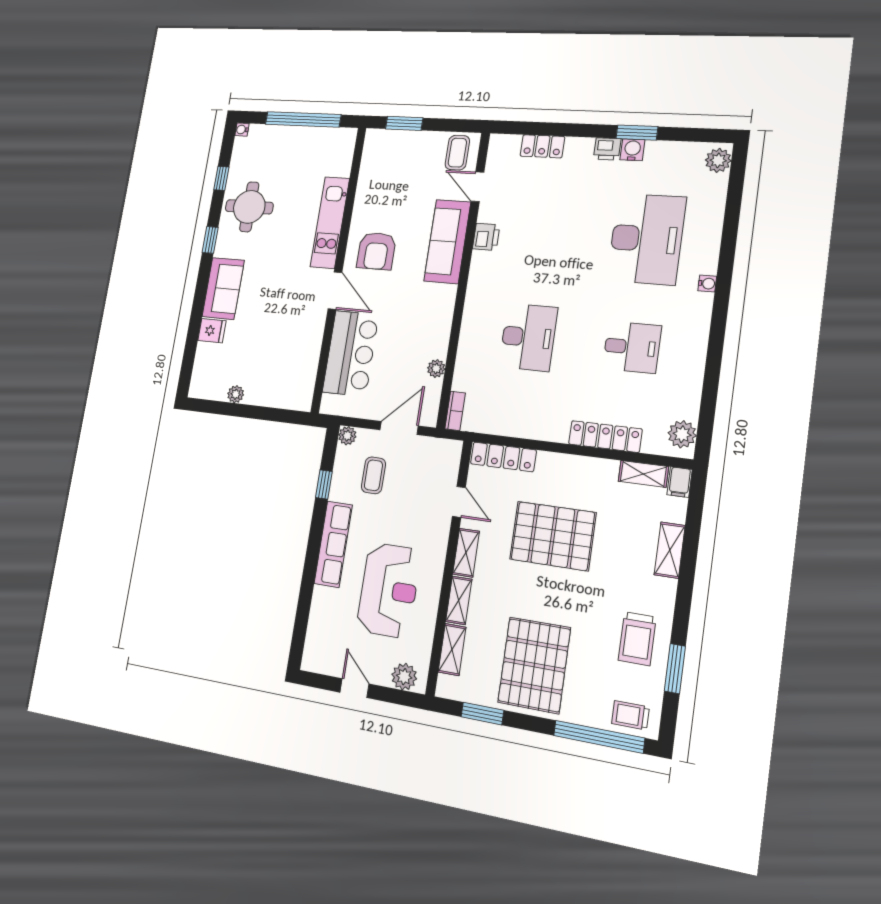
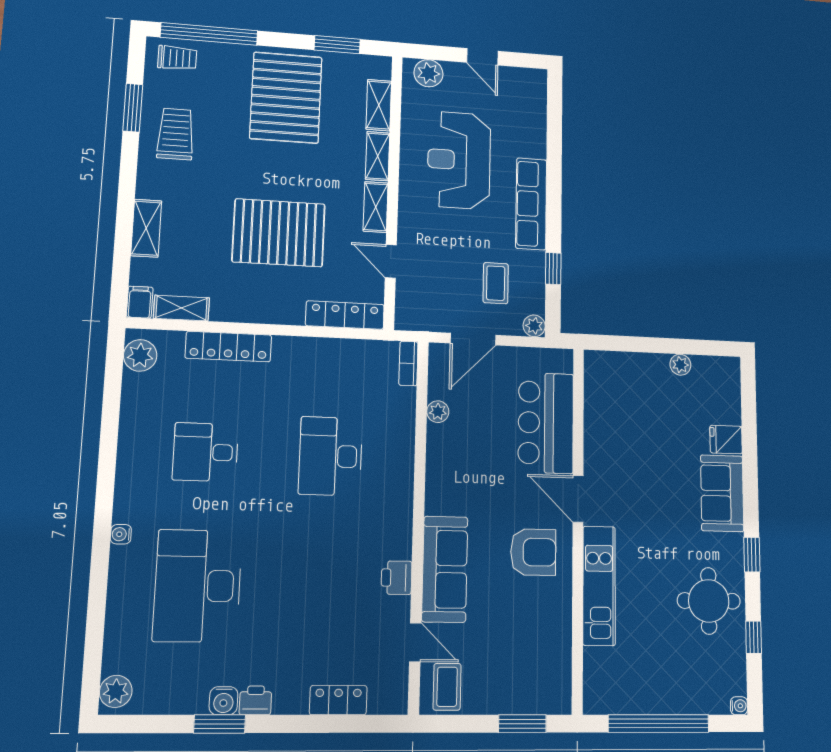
armchair: (376, 251) -> (533, 552), turned 90

